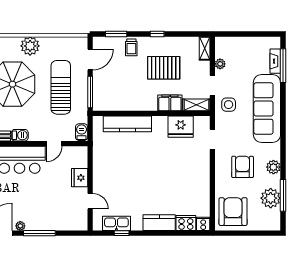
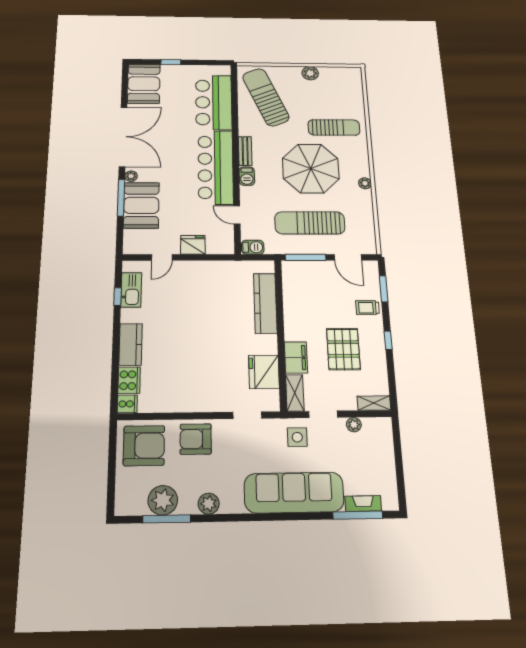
plant: (30, 46) -> (365, 183), width x0.53, depth x0.53
sun lounger: (61, 87) -> (310, 223), turned 180
armchair: (243, 167) -> (196, 439), moved, turned 180
booth: (46, 217) -> (141, 205), added

